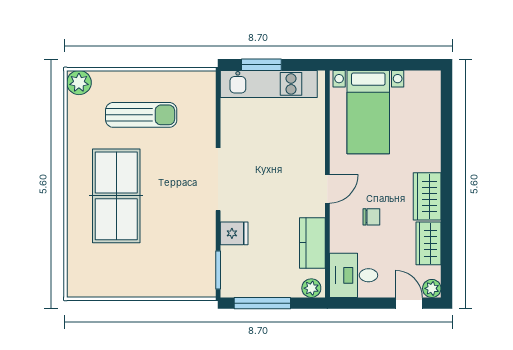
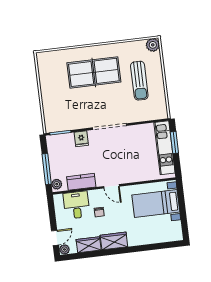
desk: (354, 275) -> (77, 205), moved
window: (262, 303) -> (47, 169), moved

